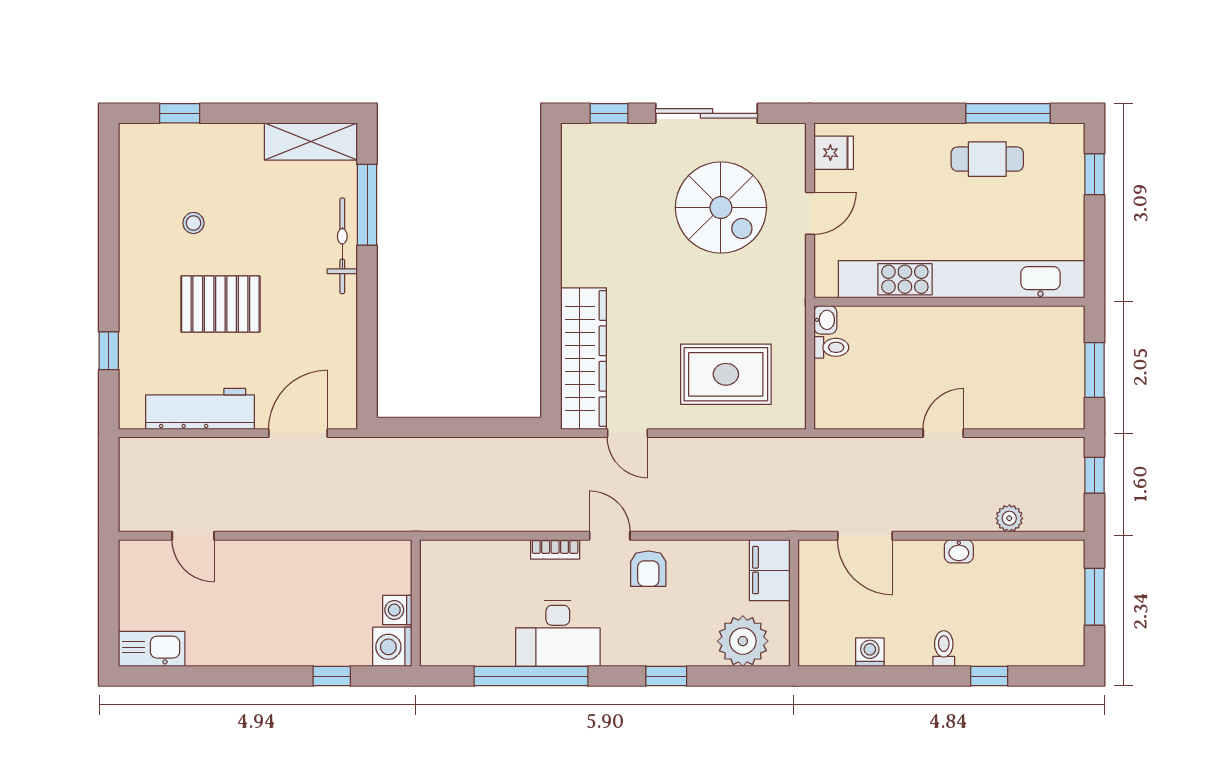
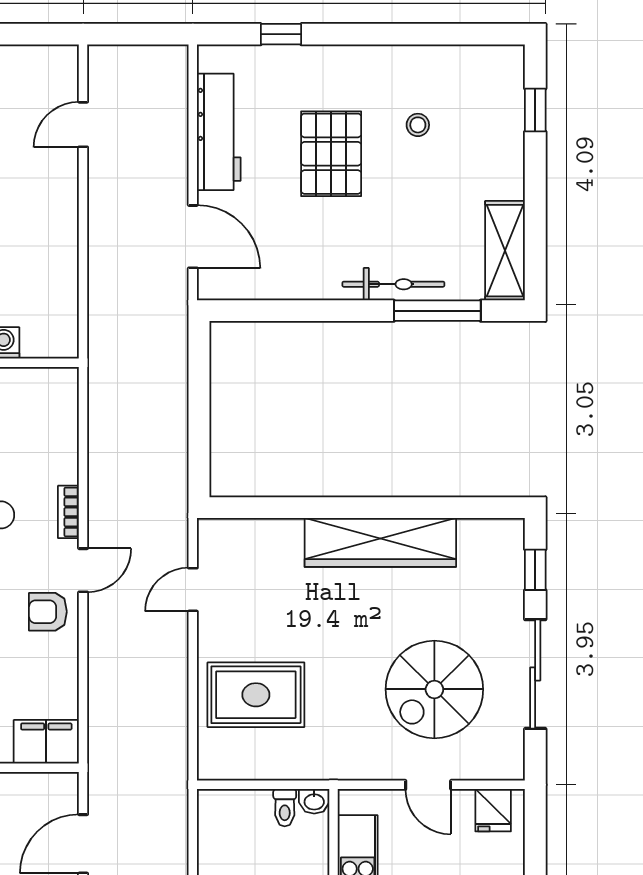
wardrobe: (584, 359) -> (380, 542), moved
rug: (726, 374) -> (256, 695), turned 90

